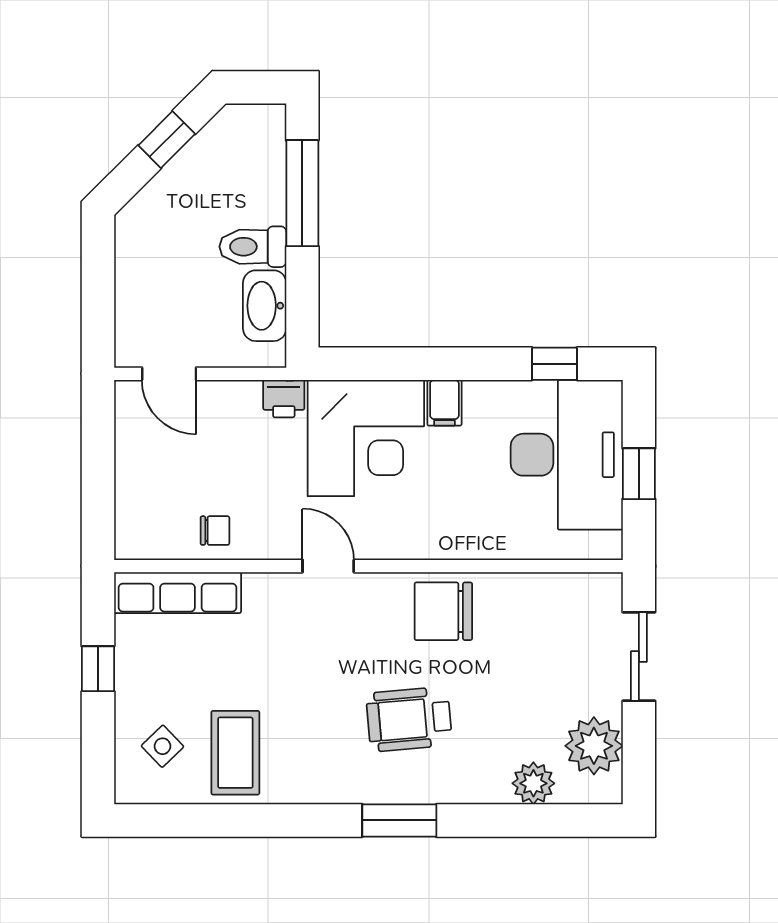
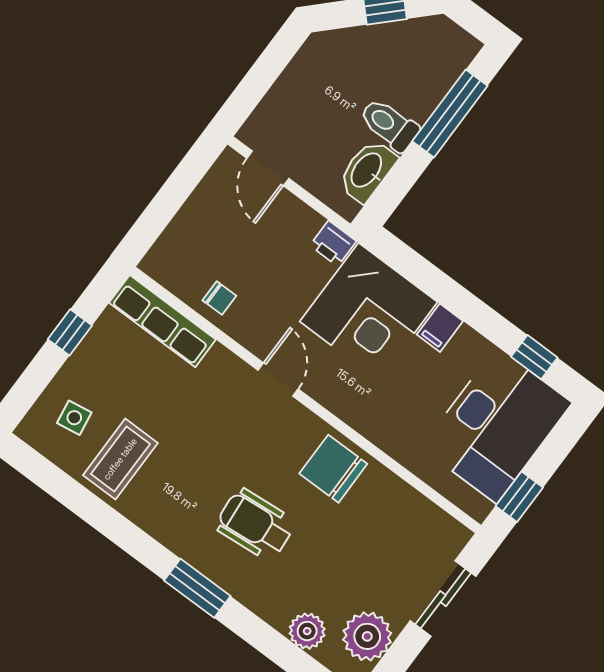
window: (639, 474) -> (519, 497), moved
side table: (162, 746) -> (74, 418), turned 35

